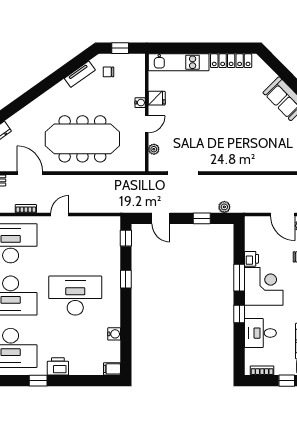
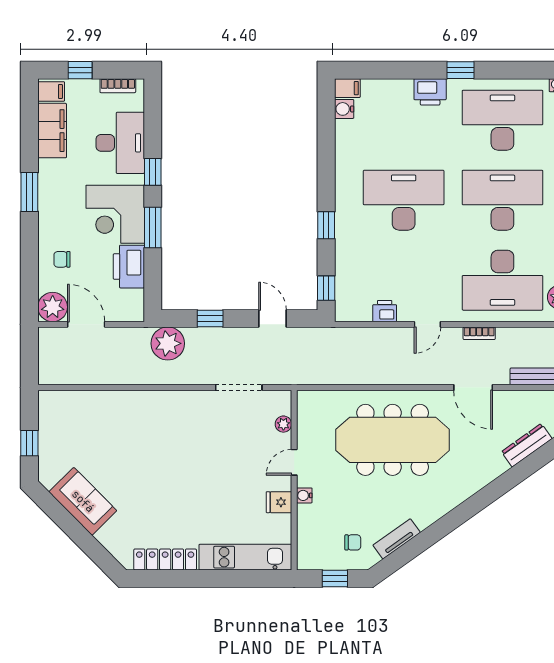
plant: (224, 207) -> (168, 343), width x1.88, depth x1.88
printer: (88, 223) -> (385, 311), added
printer: (252, 259) -> (129, 267), width x1.87, depth x1.48
desk: (75, 296) -> (404, 200), turned 180
desk: (260, 333) -> (120, 143), width x1.37
water cooler: (114, 334) -> (344, 109), moved

